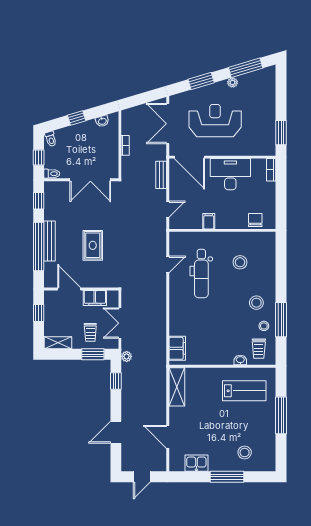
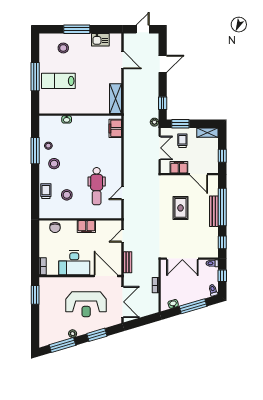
window: (77, 118) -> (193, 306), width x2.17
double door: (90, 180) -> (182, 259), swing flipped
filing cabinet: (209, 221) -> (86, 227), width x2.00
dental chair: (201, 274) -> (97, 186), turned 180
trolley: (259, 349) -> (46, 191), moved
lab bench: (244, 391) -> (58, 81), moved

